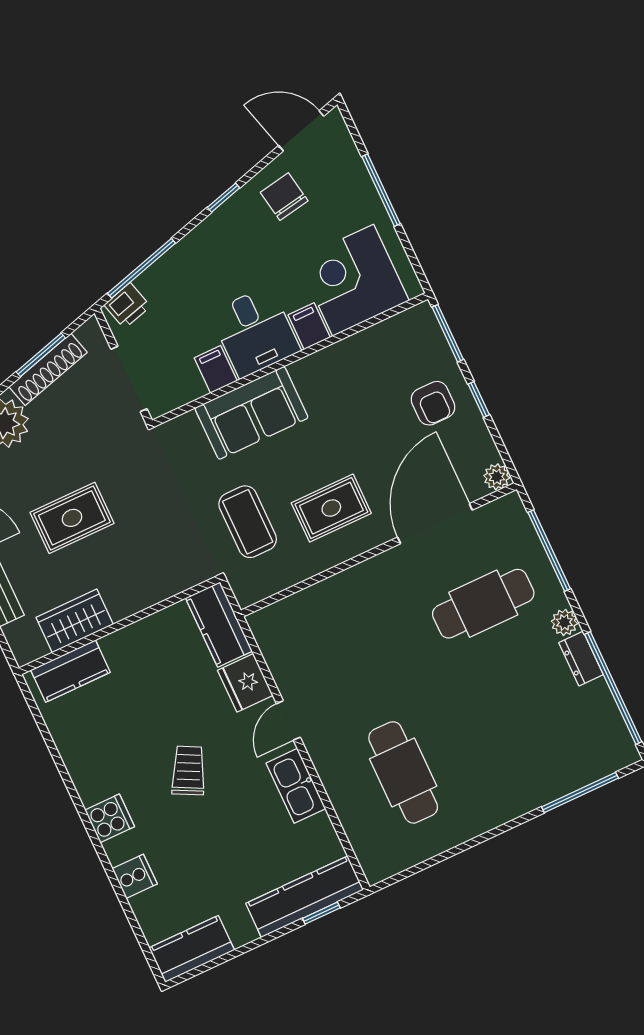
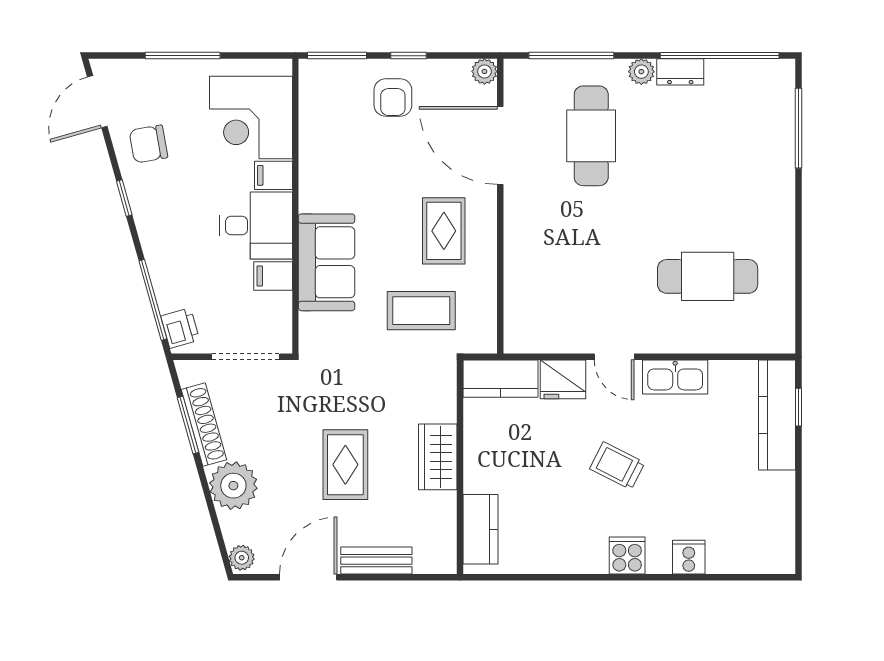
armchair: (433, 403) -> (393, 98), turned 90
wardrobe: (75, 621) -> (438, 457), moved
kitchen counter: (192, 949) -> (777, 537), removed

